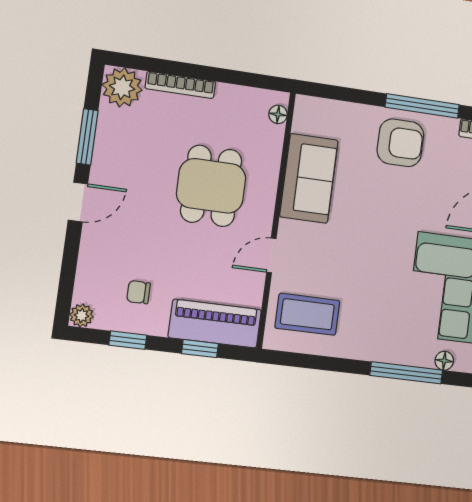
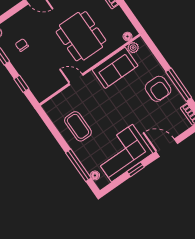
plant: (303, 122) -> (133, 48), added
dining table: (211, 186) -> (81, 36), width x1.38
coffee table: (307, 314) -> (78, 126), moved
piano: (215, 324) -> (35, 81), removed

